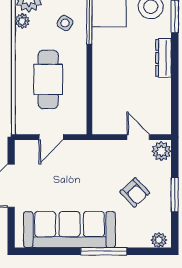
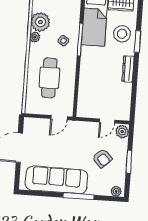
door: (51, 137) -> (59, 118), moved
door: (138, 137) -> (107, 121), swing flipped

